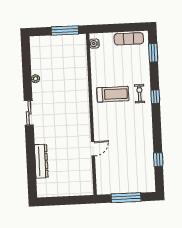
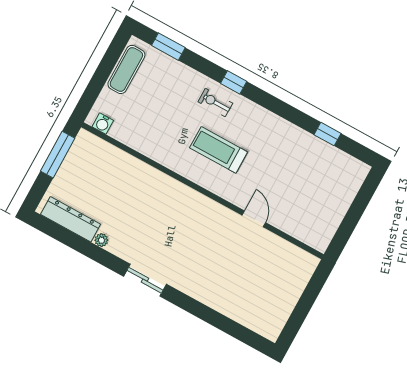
treadmill: (113, 94) -> (219, 150), moved, turned -90
dresser: (41, 161) -> (71, 219), moved
window: (126, 198) -> (354, 214), removed

